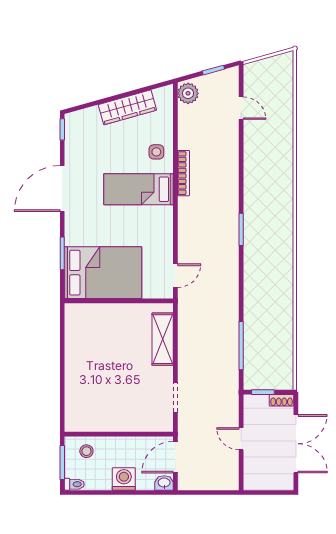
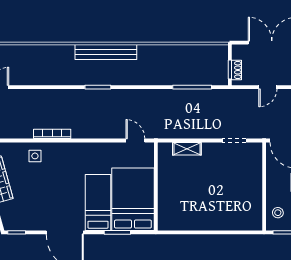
bed: (139, 189) -> (98, 202), moved, turned 180
bench: (284, 239) -> (106, 52), added
shelving: (163, 339) -> (187, 149), width x0.67, depth x0.75
shoe rack: (282, 400) -> (237, 70), moved

